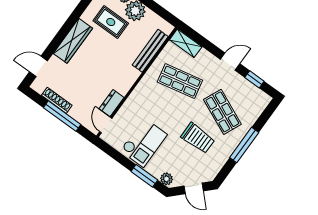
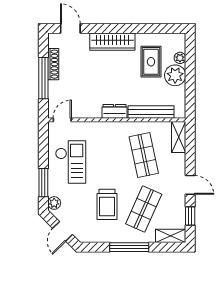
dresser: (111, 103) -> (114, 111), moved
shelving: (259, 106) -> (171, 236), added
checkout: (144, 142) -> (71, 162), turned -90

